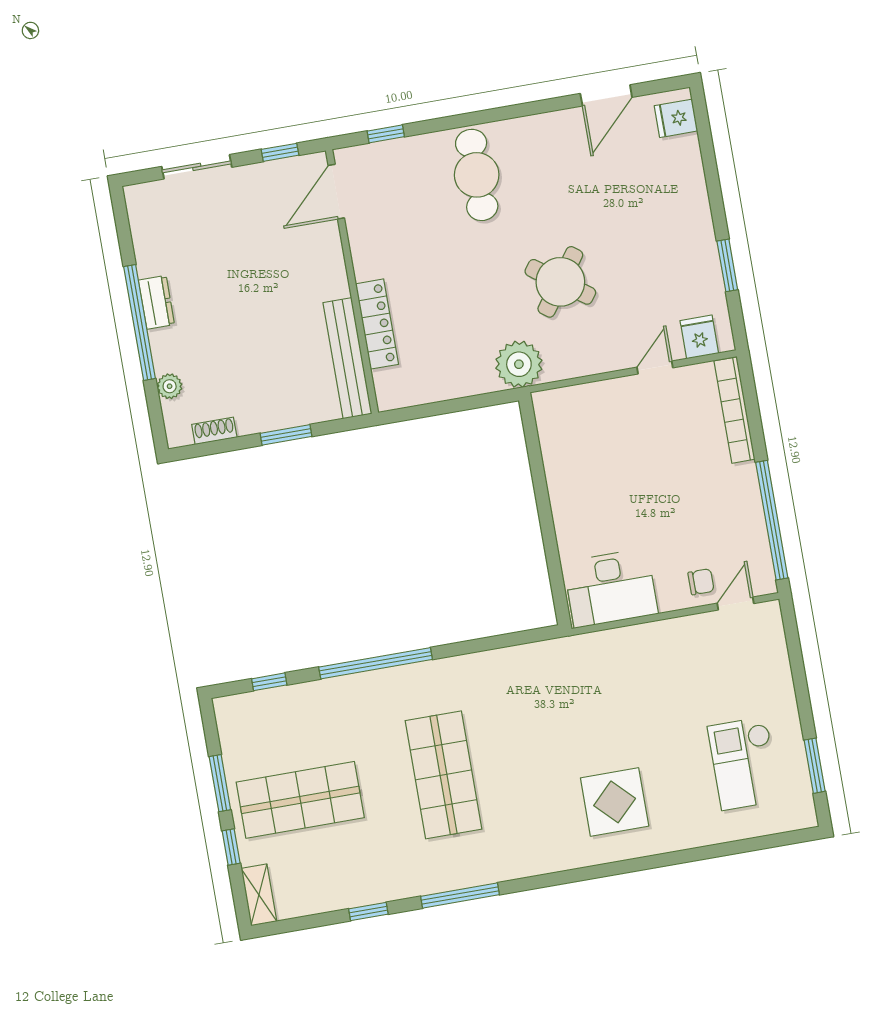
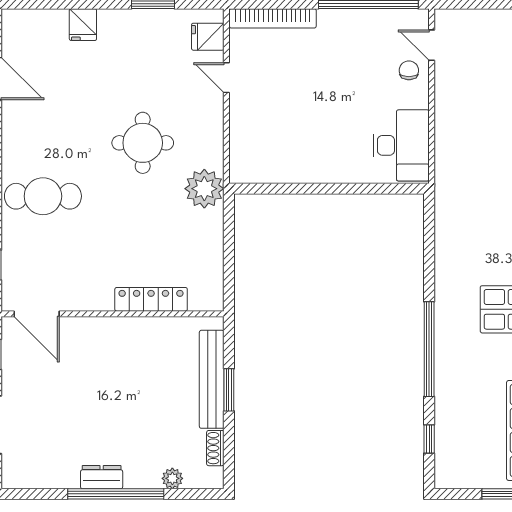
fridge: (676, 118) -> (83, 25), moved
round table: (560, 282) -> (143, 143), turned -36
bench: (347, 358) -> (212, 379), moved, turned 90

